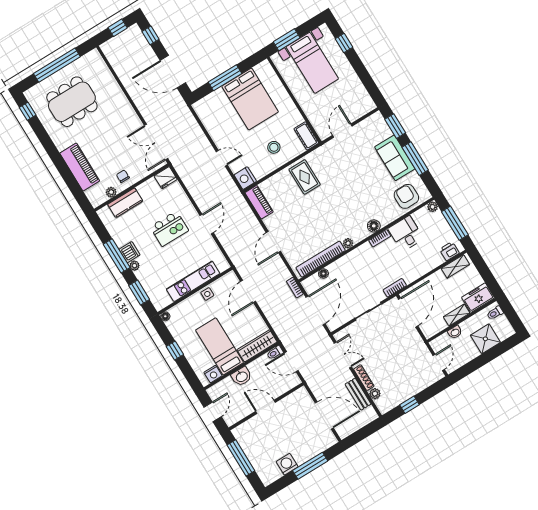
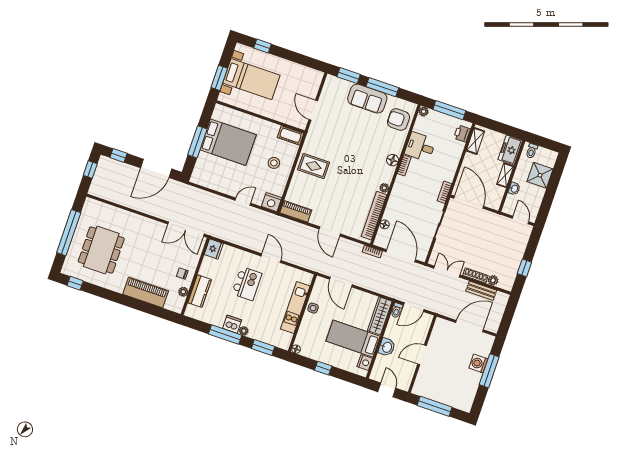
washing machine: (287, 464) -> (478, 364), moved

